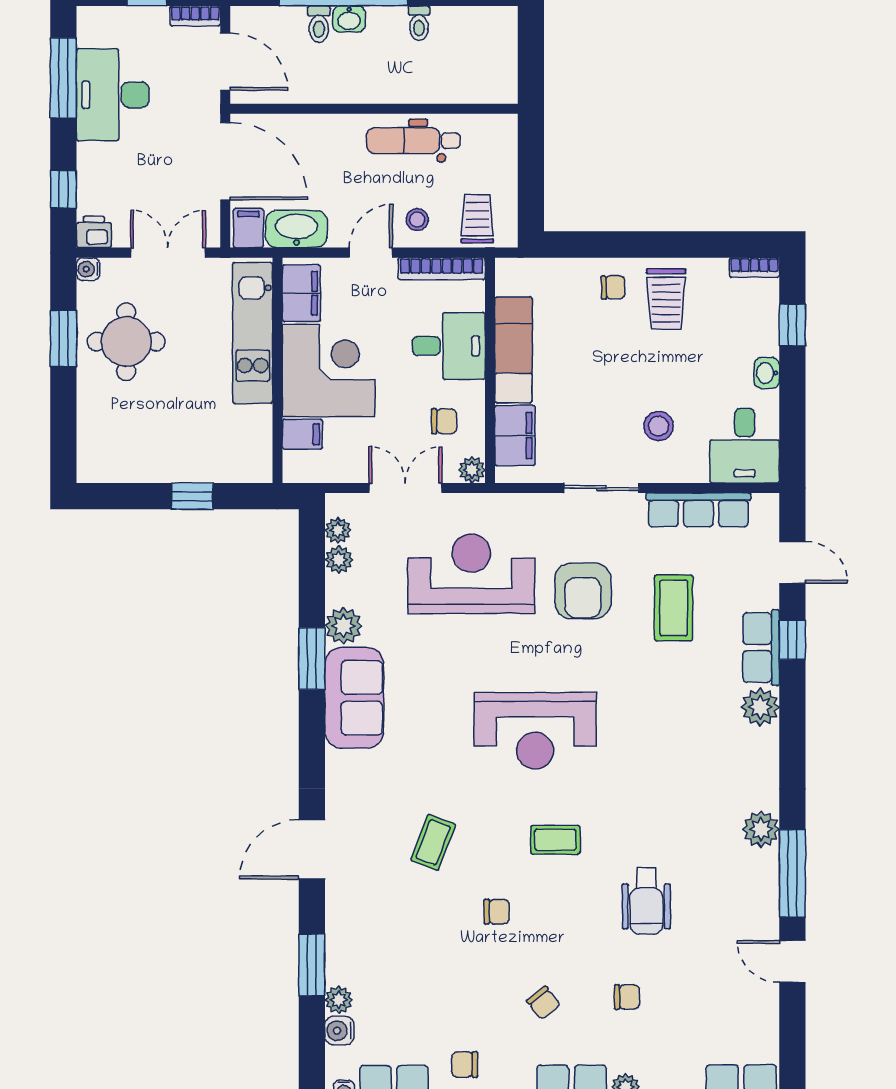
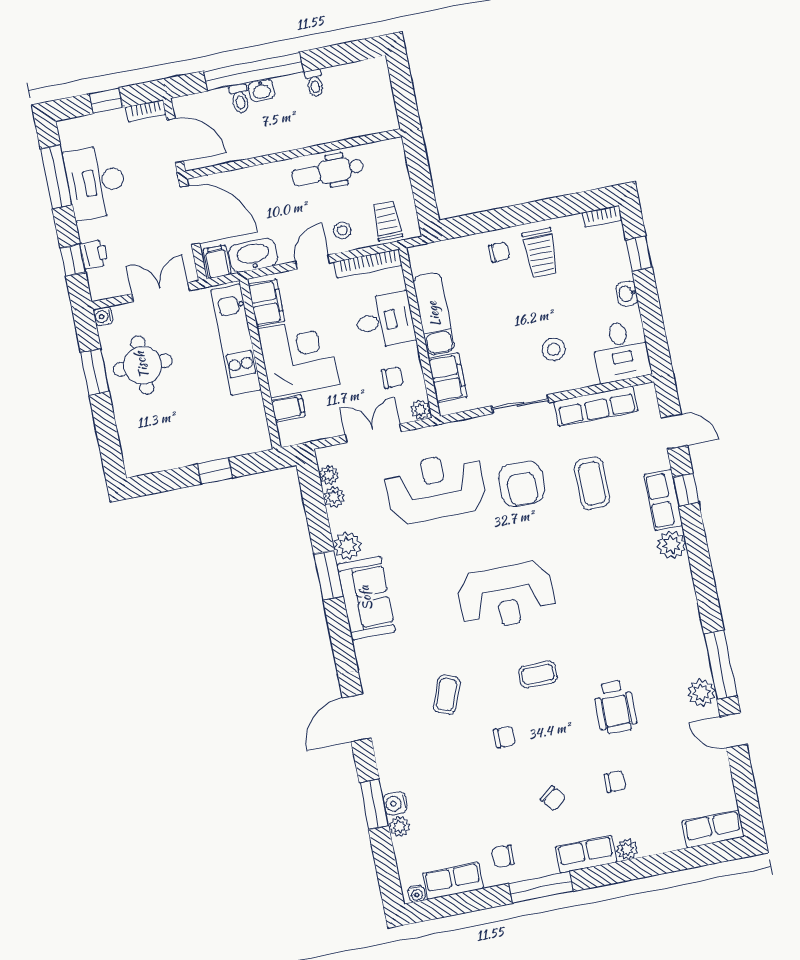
printer: (94, 232) -> (94, 254), moved, turned 90
plant: (761, 829) -> (701, 693), moved
water cooler: (339, 1031) -> (395, 803), moved

